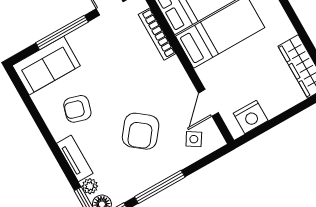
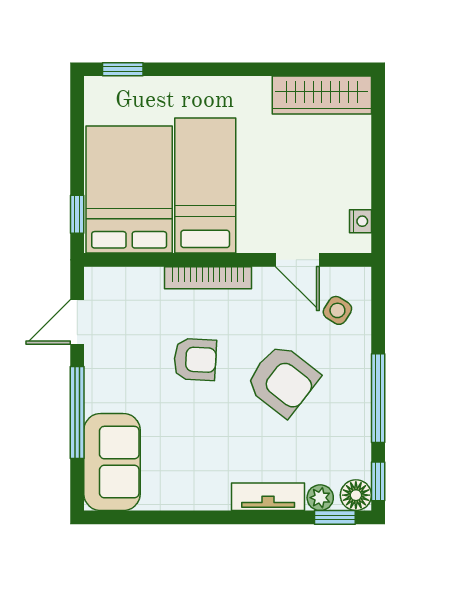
bookcase: (157, 34) -> (208, 278), moved
armchair: (77, 109) -> (195, 359), moved, turned -103
nightstand: (251, 117) -> (361, 221), width x0.53, depth x0.56

